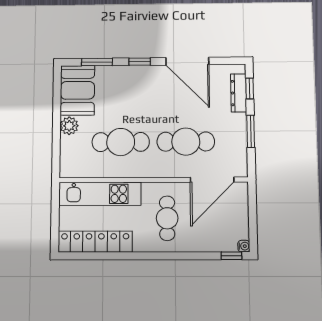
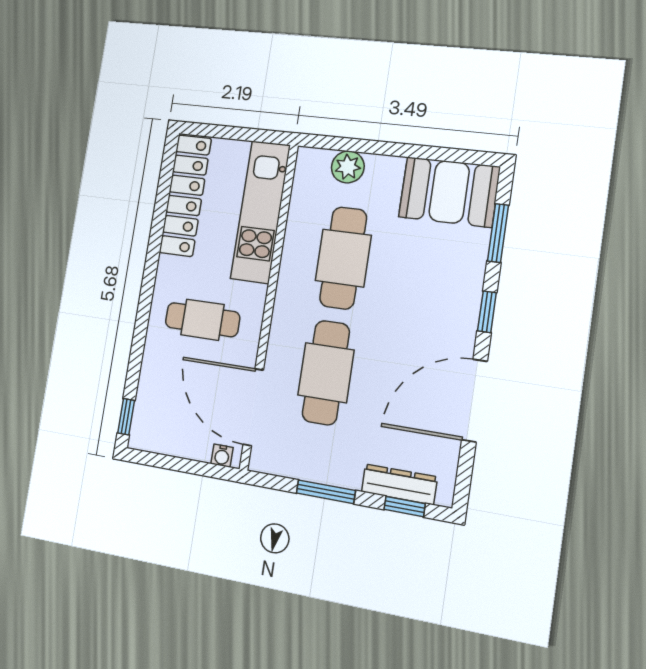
plant: (69, 126) -> (348, 167), moved
water cooler: (244, 246) -> (222, 456), moved

